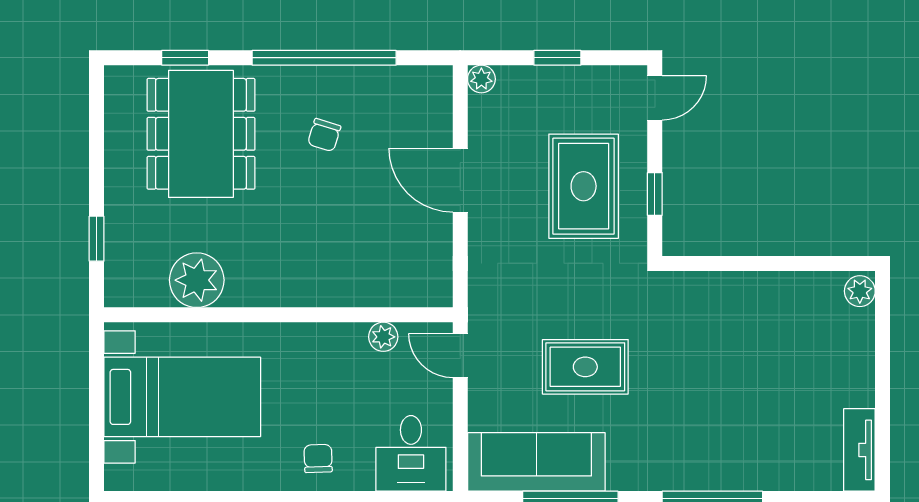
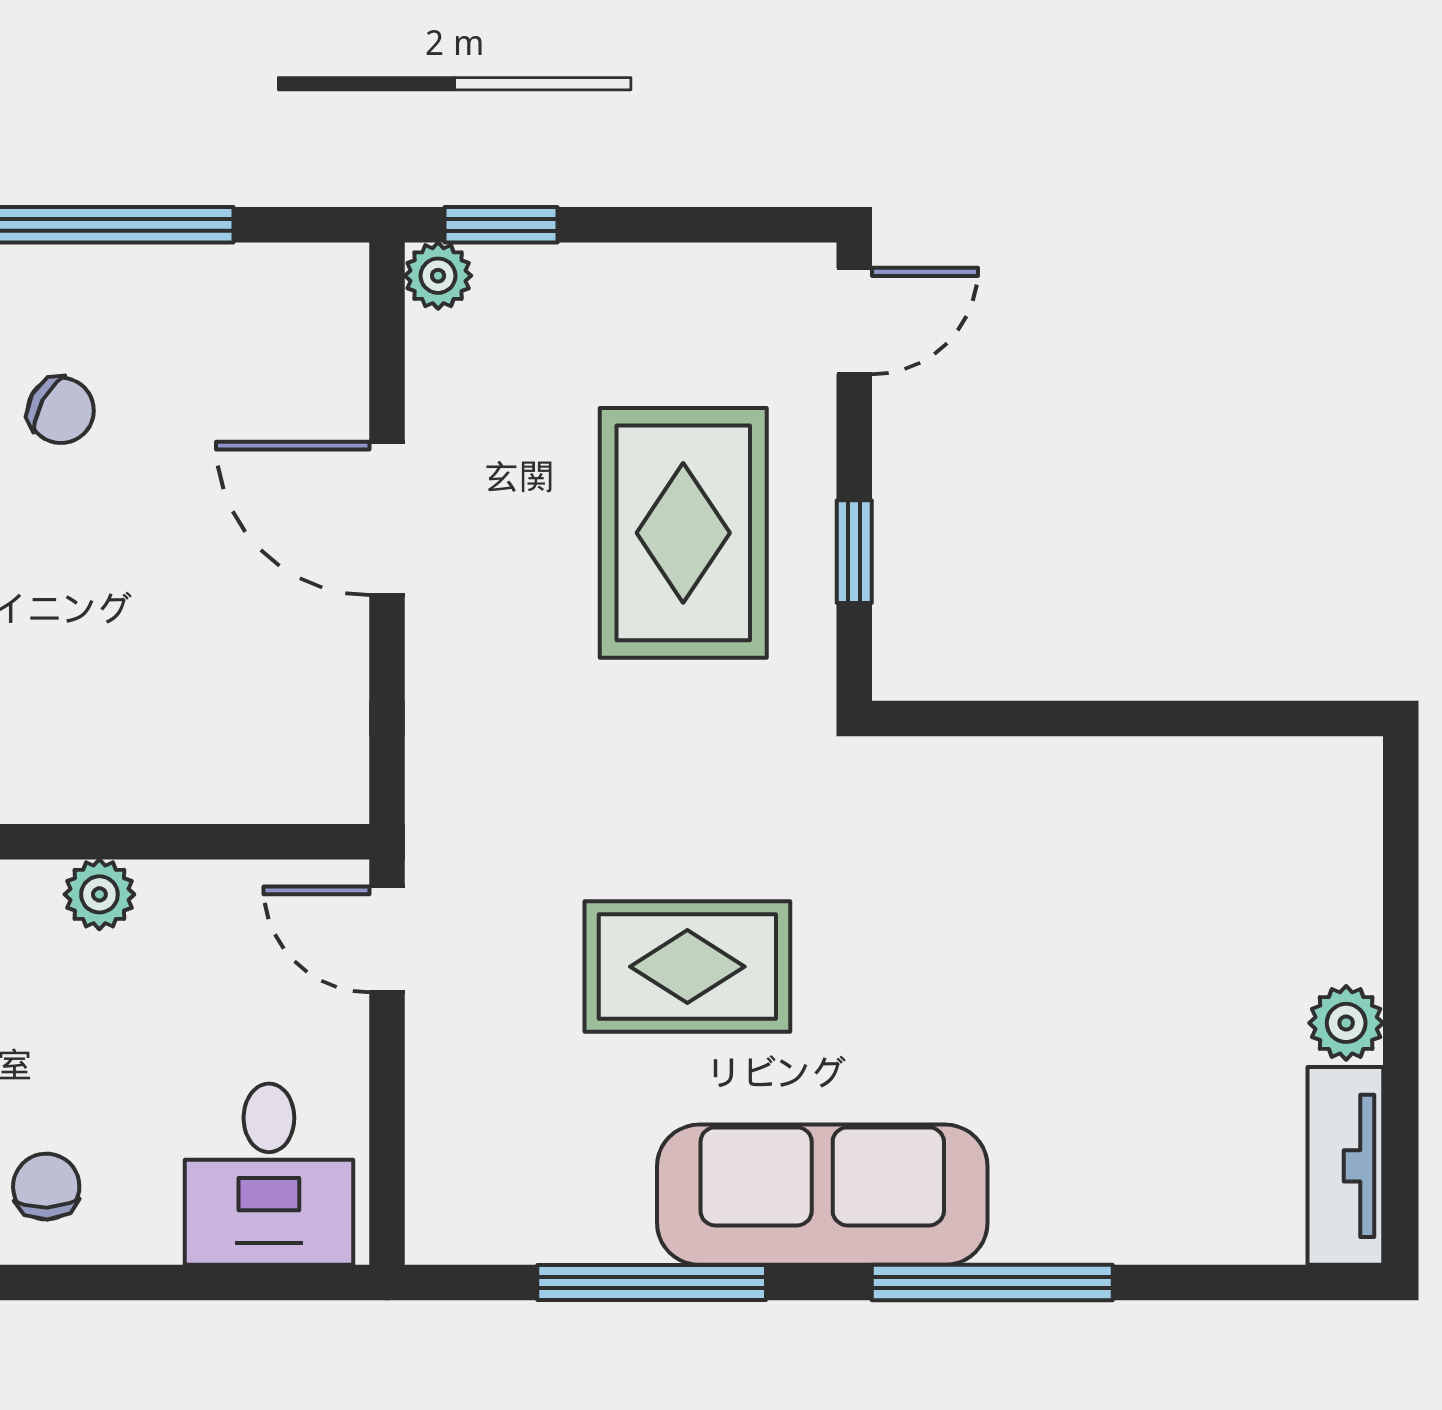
window: (557, 58) -> (501, 225), moved
chair: (324, 135) -> (61, 410), turned -78
plant: (860, 291) -> (1346, 1023), moved
plant: (383, 337) -> (99, 894), moved
sofa: (536, 462) -> (822, 1195), moved

